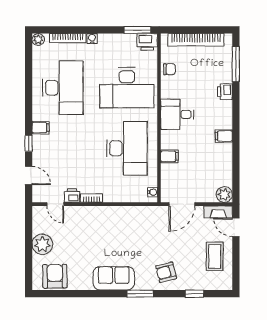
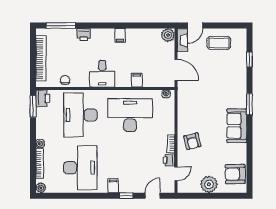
desk: (63, 88) -> (80, 168), turned 90
desk: (127, 88) -> (80, 115), turned 180
armchair: (166, 272) -> (192, 141), moved

